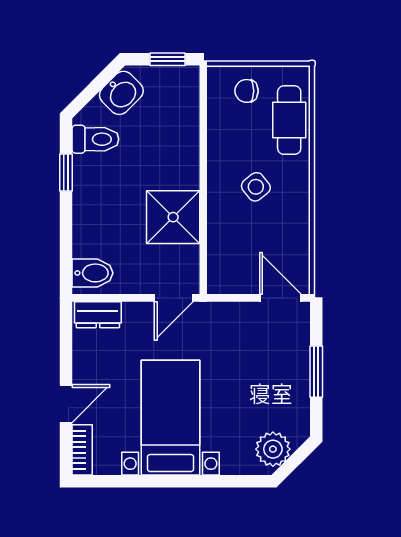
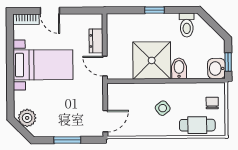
washbasin: (121, 93) -> (216, 68), moved, turned 45
window: (66, 172) -> (154, 10), moved
shower: (173, 217) -> (152, 60), width x1.37, depth x1.37
bidet: (92, 273) -> (179, 68), moved, turned 180
dresser: (98, 315) -> (96, 41), moved

